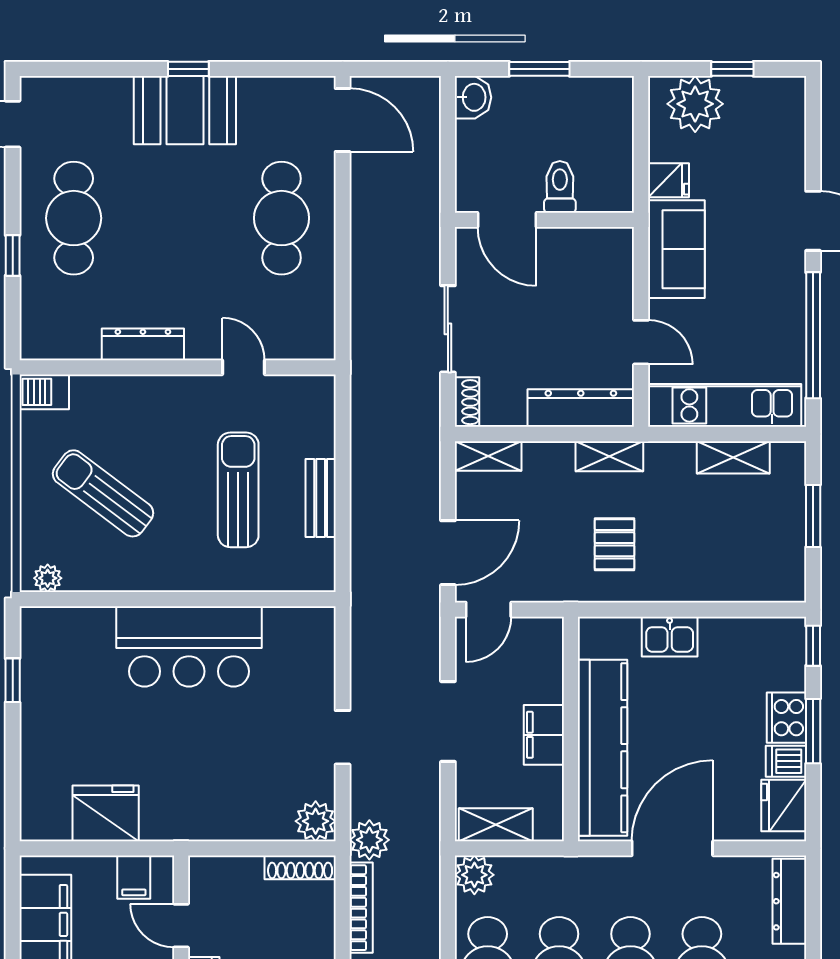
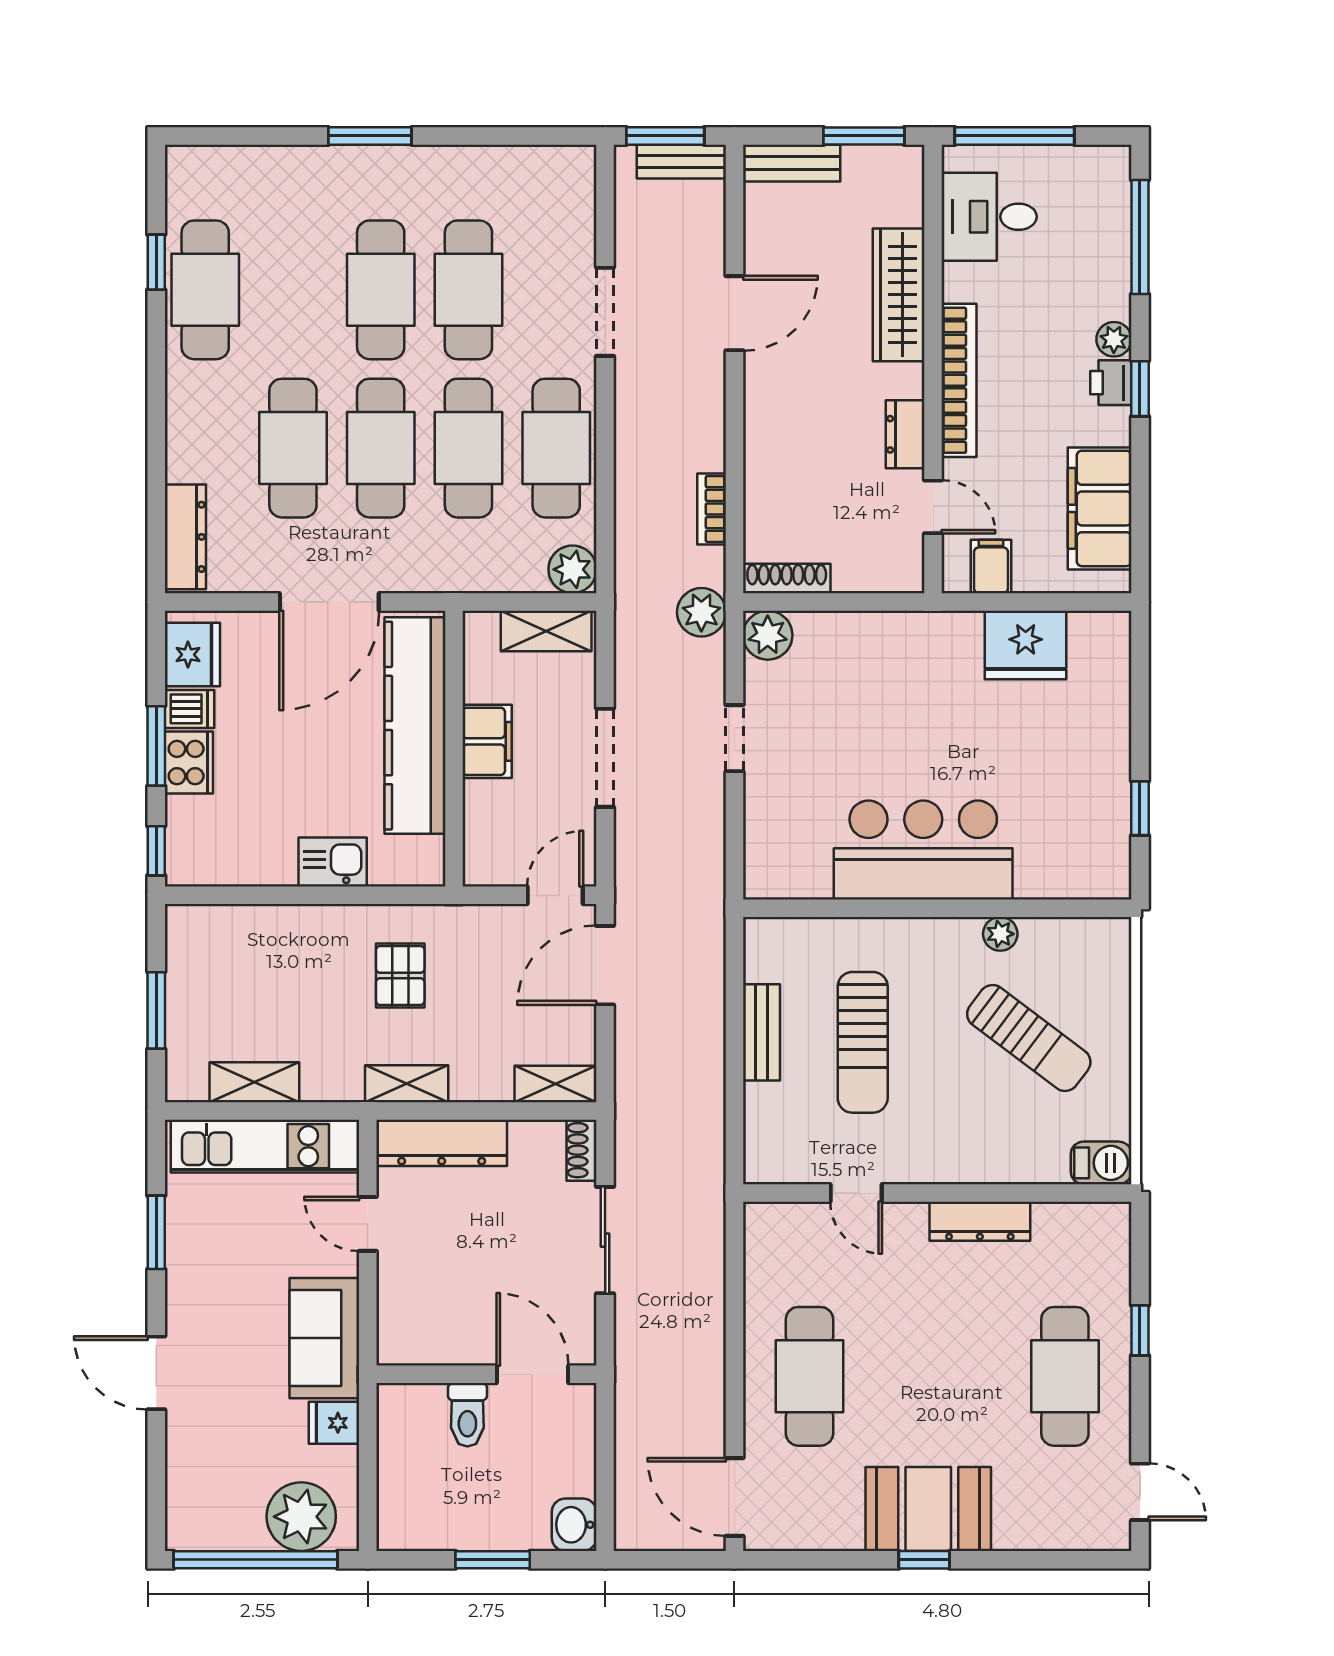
window: (732, 69) -> (255, 1560), width x3.17
window: (813, 335) -> (156, 1232), width x0.47
plant: (48, 578) -> (1000, 934), moved
bookcase: (361, 908) -> (712, 509), width x0.64

